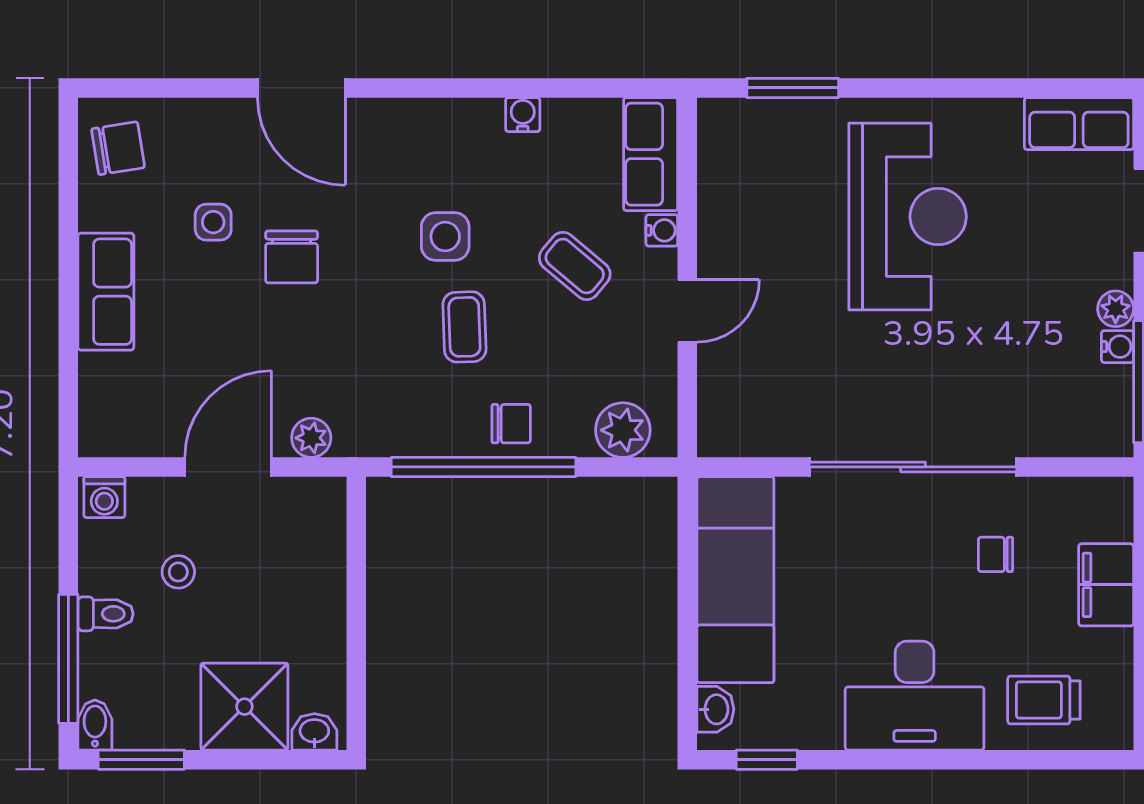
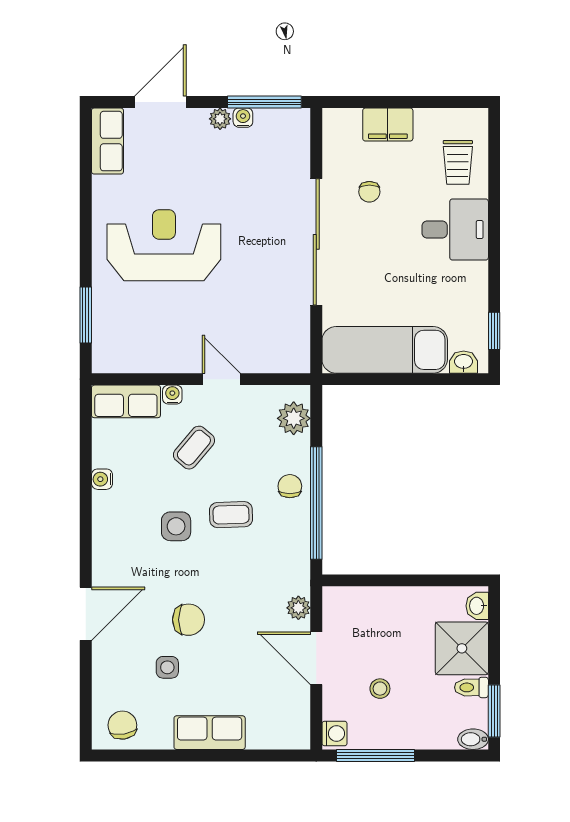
toilet: (106, 614) -> (471, 687), moved, turned -90
window: (68, 659) -> (376, 755), moved
desk: (915, 696) -> (455, 230), width x0.73

